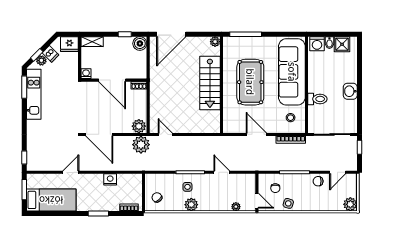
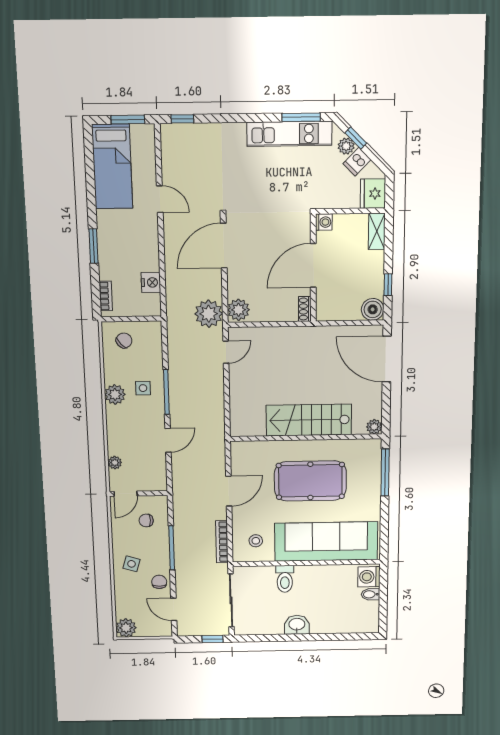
shower: (342, 44) -> (368, 612), removed
nightstand: (110, 179) -> (151, 282), moved
side table: (288, 203) -> (131, 564), moved

